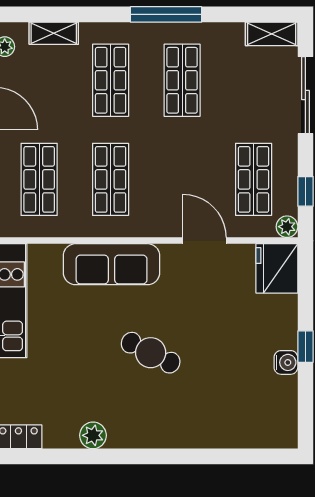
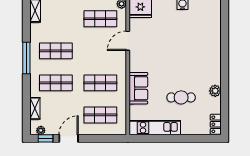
sofa: (112, 264) -> (138, 88), width x0.73
cafe table: (151, 353) -> (181, 97), moved, turned 63

